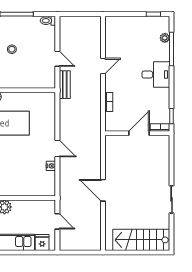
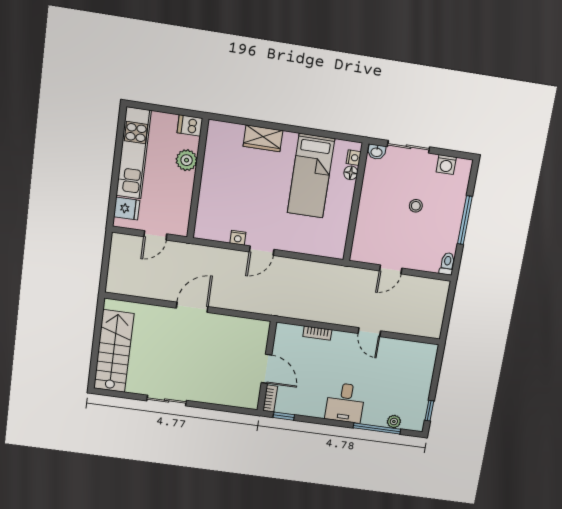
bench: (65, 85) -> (352, 274), removed

